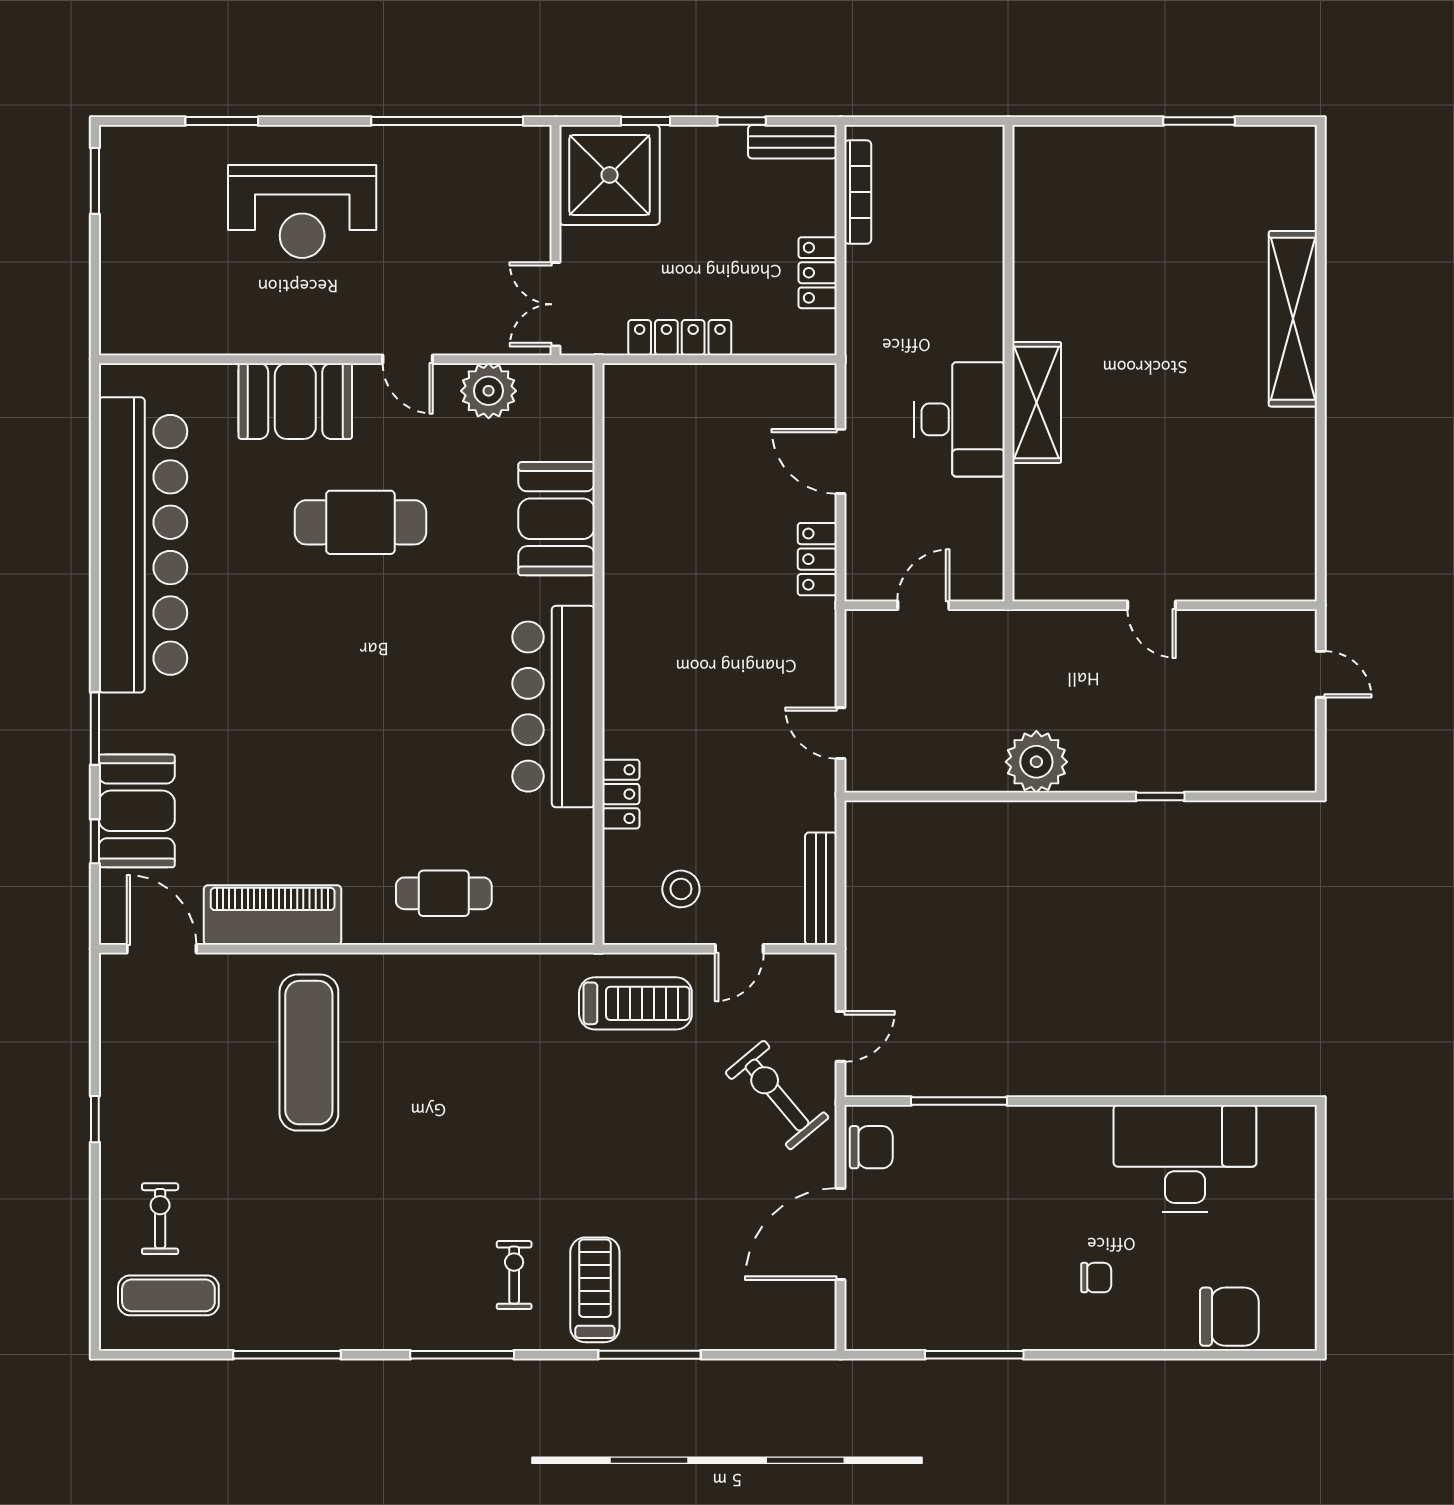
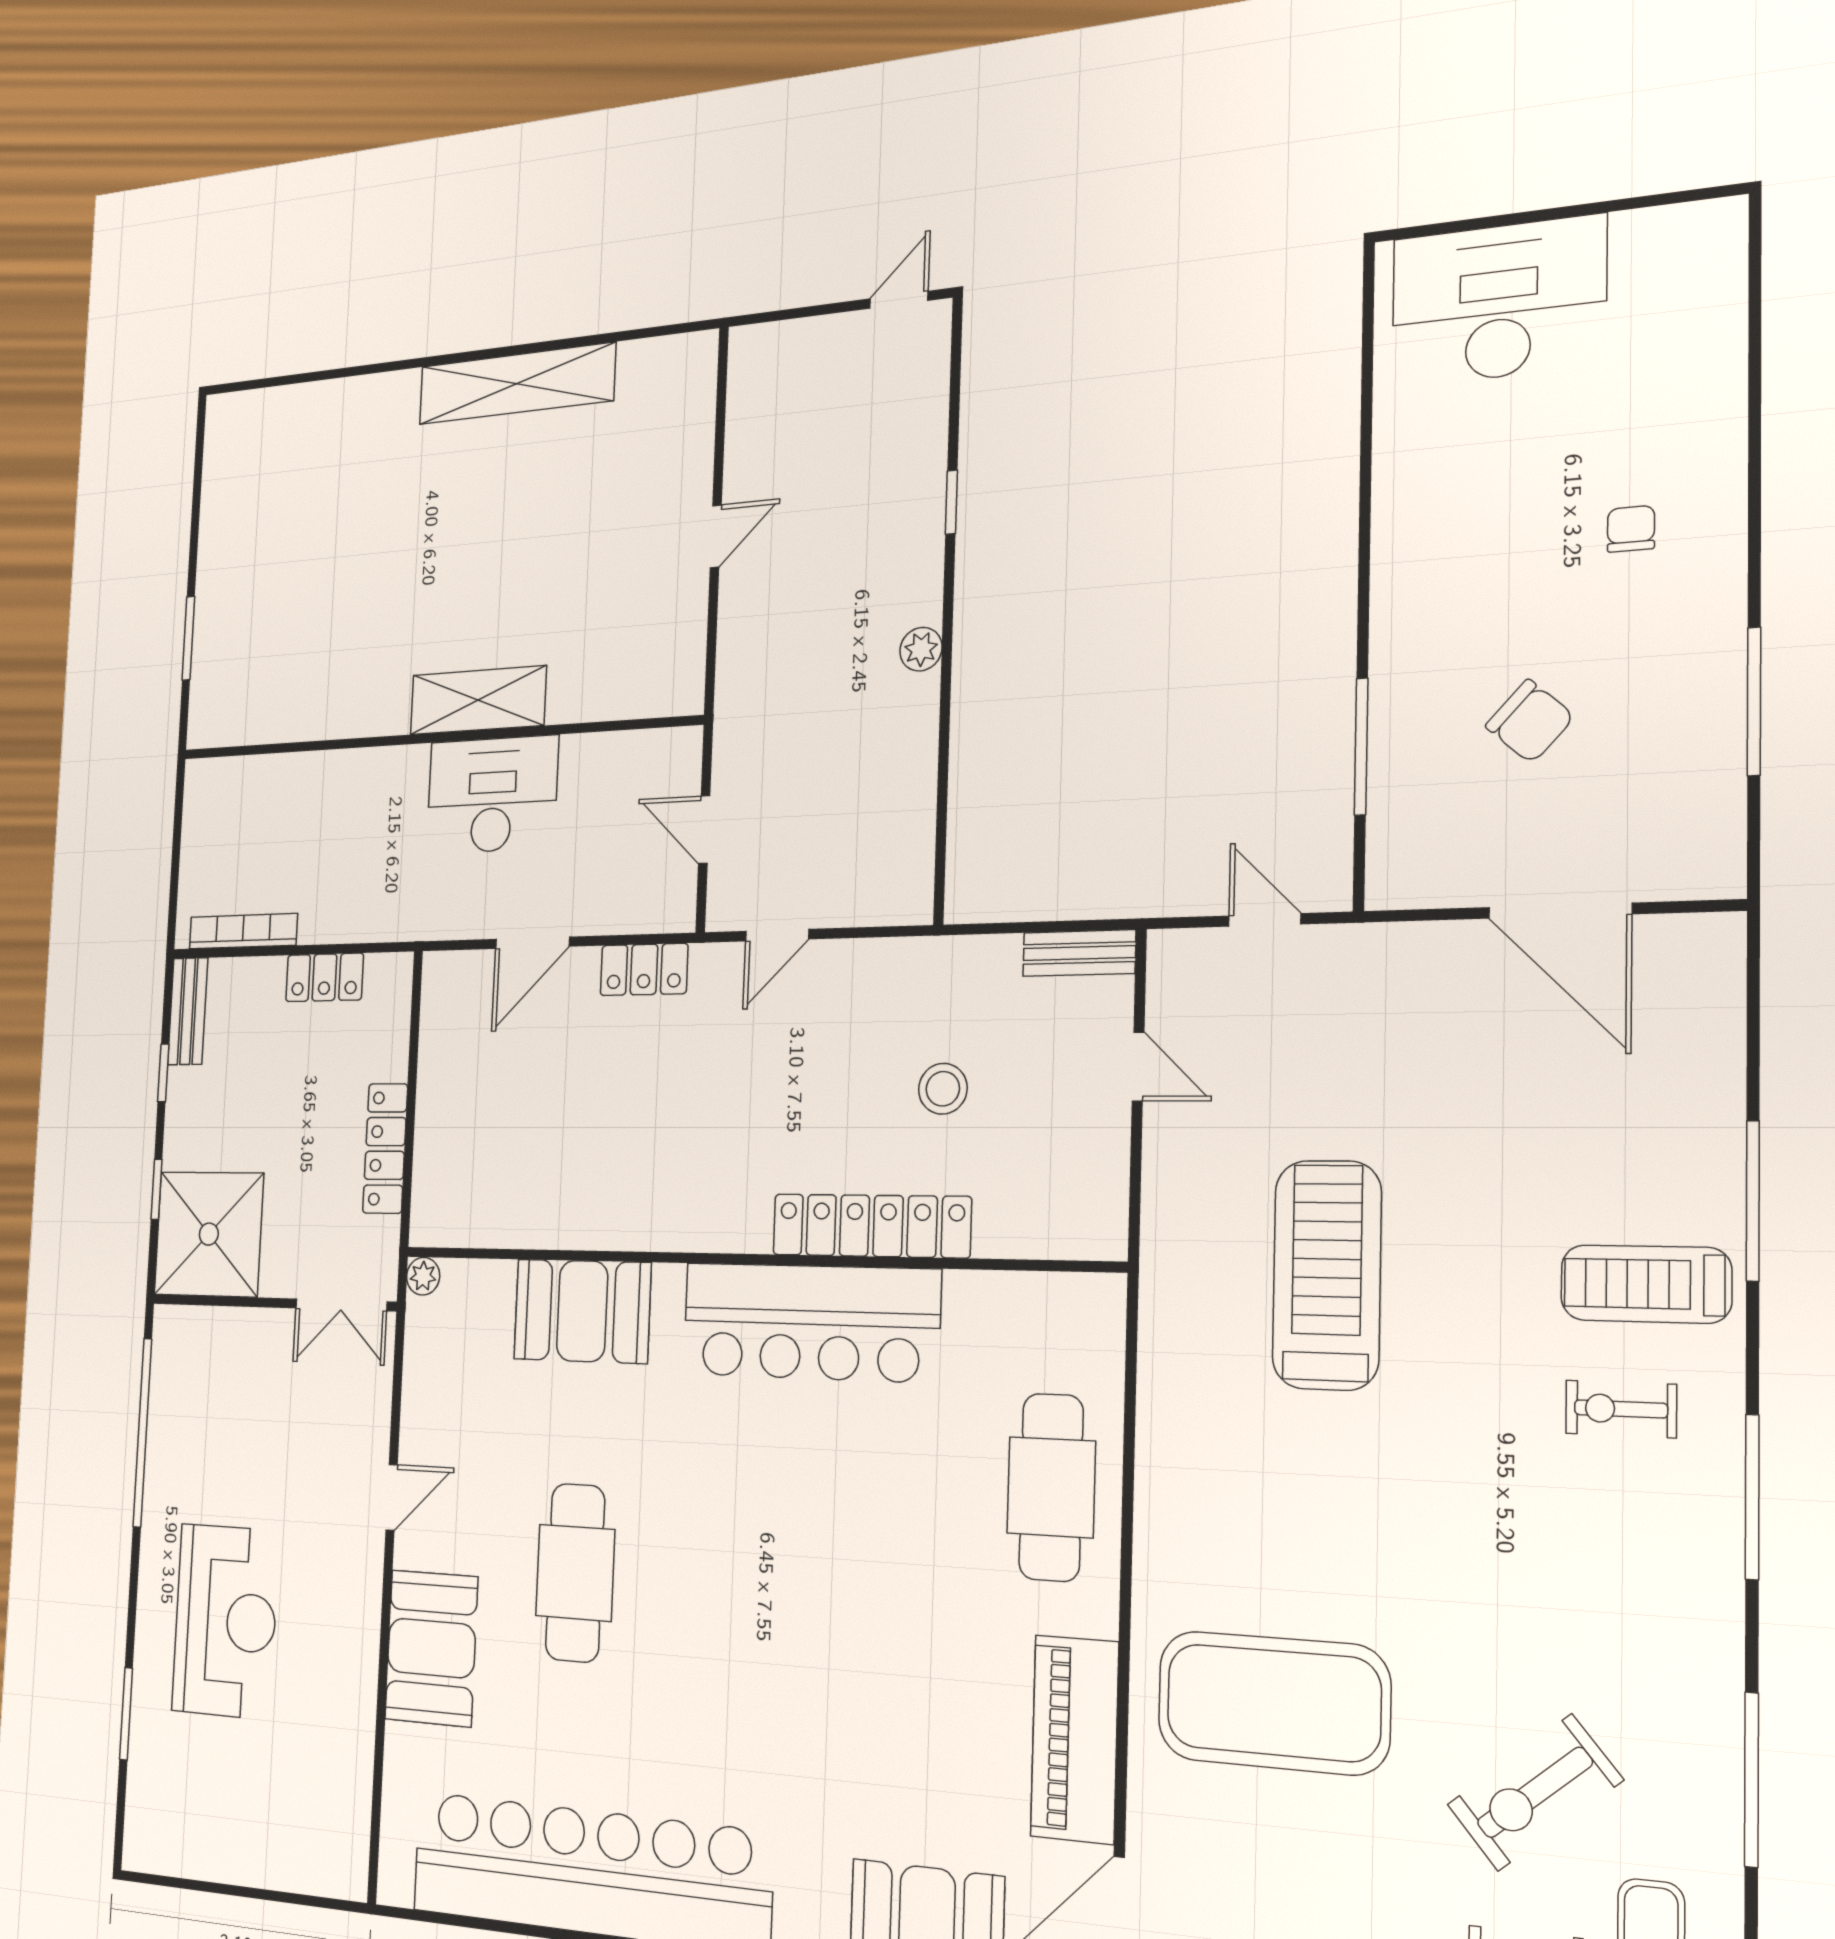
window: (1199, 121) -> (188, 638), moved
window: (95, 181) -> (179, 1883), removed
shelving: (1293, 319) -> (516, 384), moved
plant: (489, 391) -> (423, 1276), moved, width x0.53, depth x0.53
door: (1321, 674) -> (899, 300), moved
door: (841, 733) -> (777, 935), moved
plant: (1036, 762) -> (921, 649), width x0.53, depth x0.53
locker: (621, 794) -> (871, 1226), width x2.16, depth x1.21
stool: (681, 889) -> (943, 1089), moved
bench: (821, 889) -> (1079, 953), width x0.73
cafe table: (444, 893) -> (1051, 1487), width x1.37, depth x1.35
treadmill: (635, 1003) -> (1327, 1275), moved, width x1.37, depth x1.38
exercise mat: (309, 1053) -> (1273, 1703), width x1.47
exercise bike: (777, 1095) -> (1535, 1792), moved
chair: (871, 1147) -> (1530, 721), moved, turned 132
desk: (1185, 1158) -> (1498, 301), moved, turned 90
chair: (1229, 1317) -> (1694, 328), removed

